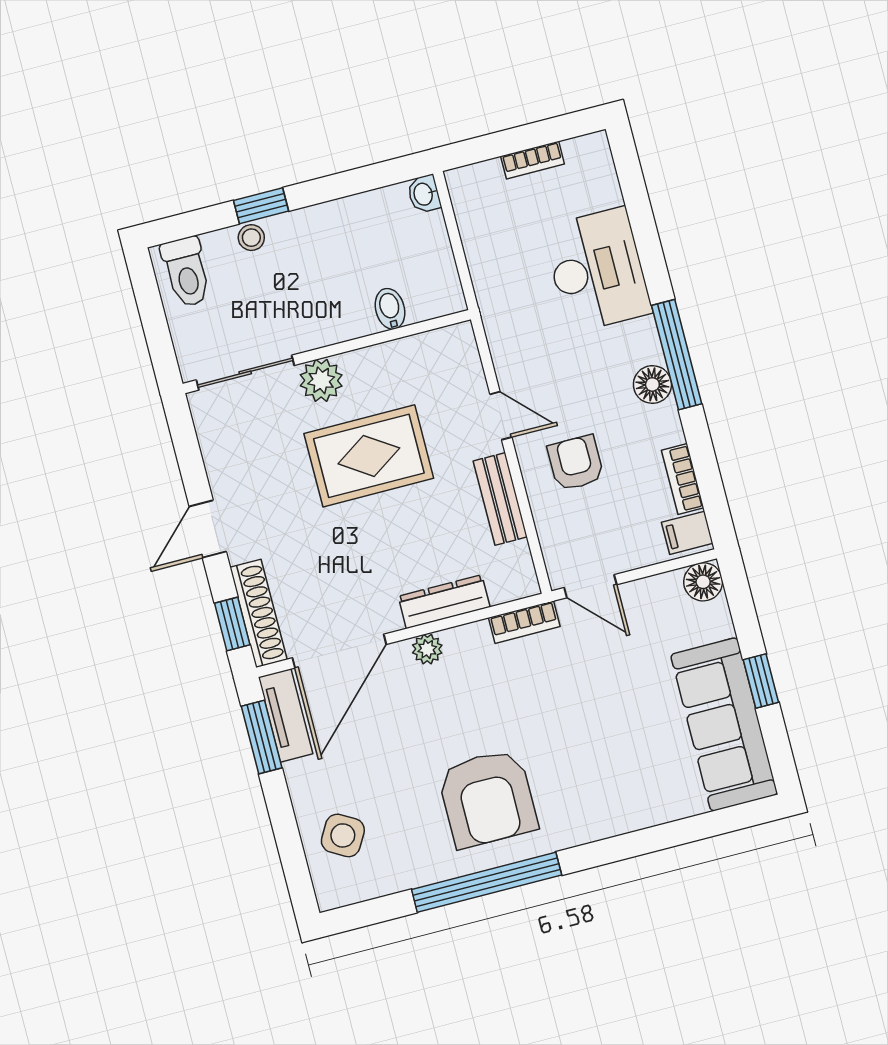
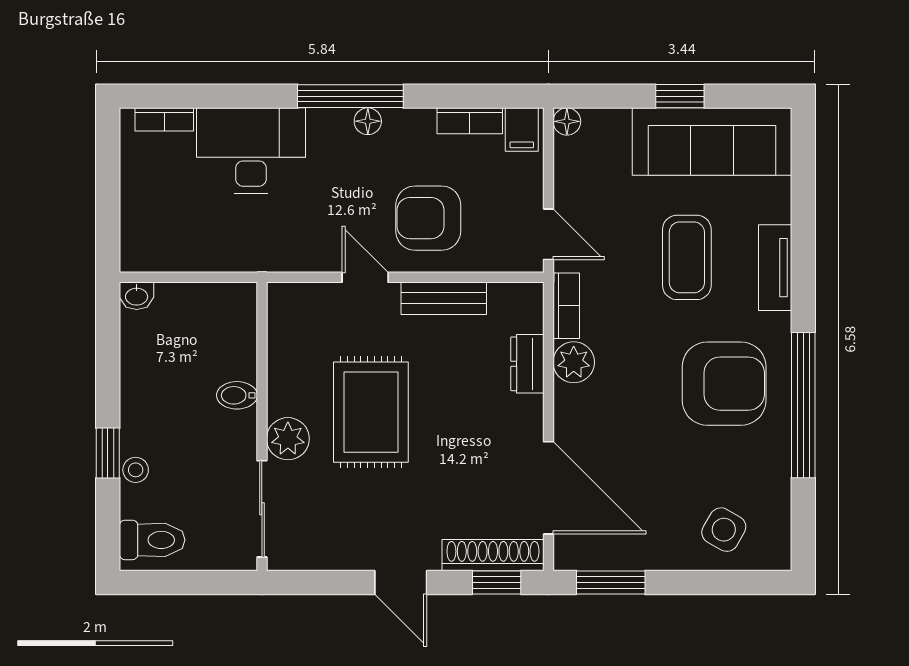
bookcase: (533, 160) -> (164, 119), moved, turned 90
bidet: (390, 309) -> (237, 395), moved
floor lamp: (652, 384) -> (368, 121), width x0.73, depth x0.73
door: (501, 416) -> (365, 277), hinge flipped
armchair: (576, 463) -> (428, 218), width x1.38, depth x1.38
floor lamp: (703, 582) -> (567, 121), width x0.73, depth x0.73
door: (590, 586) -> (548, 234), hinge flipped
dresser: (444, 602) -> (527, 364), width x0.70
plant: (427, 649) -> (574, 362), moved, width x1.38, depth x1.38
tv unit: (286, 715) -> (775, 268), moved, turned -90
coffee table: (603, 729) -> (687, 257), added

